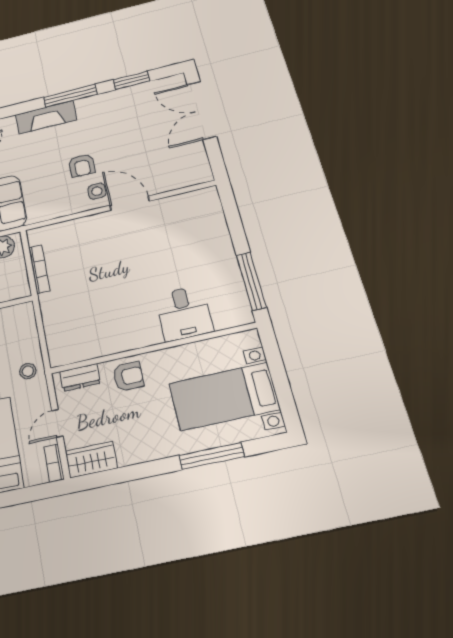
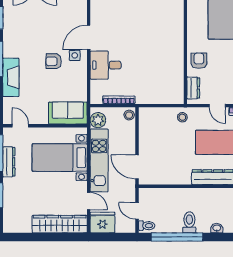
armchair: (82, 165) -> (54, 61), turned 180
stool: (18, 290) -> (129, 115), added
desk: (184, 313) -> (106, 65), moved, turned 180

